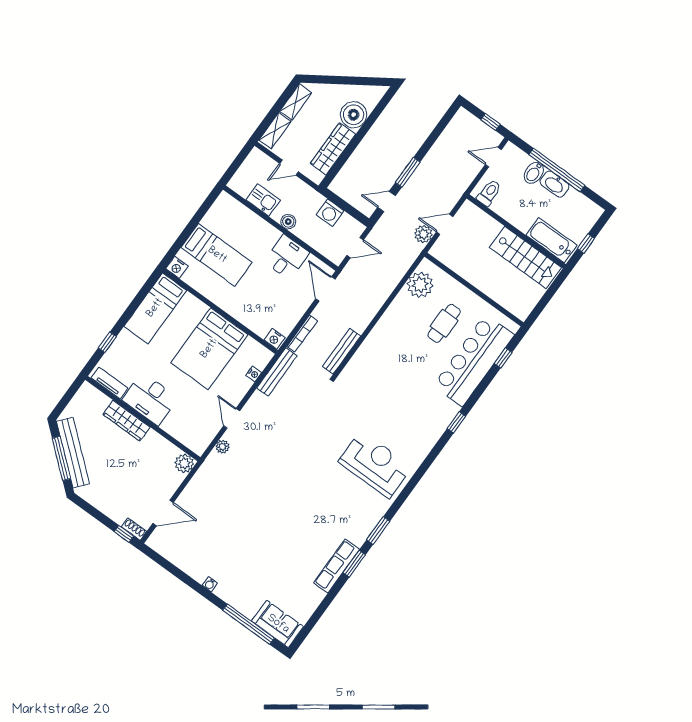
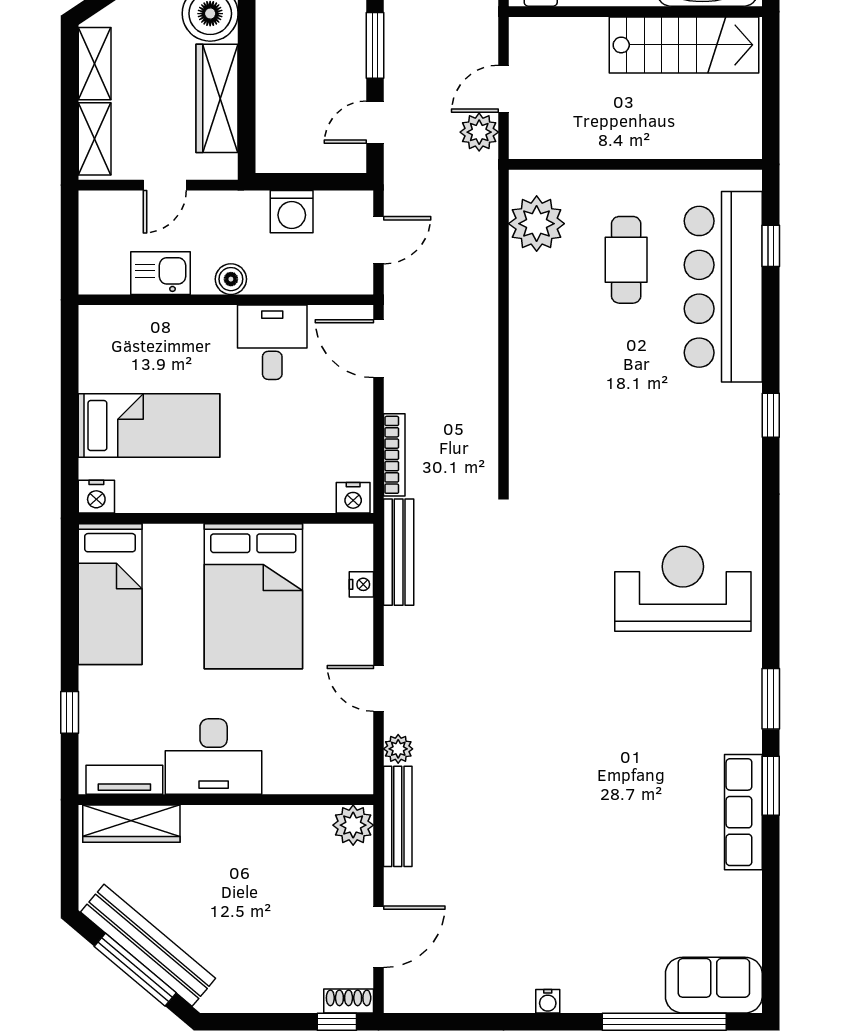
bench: (342, 351) -> (398, 816), moved
wardrobe: (127, 421) -> (131, 824), moved

